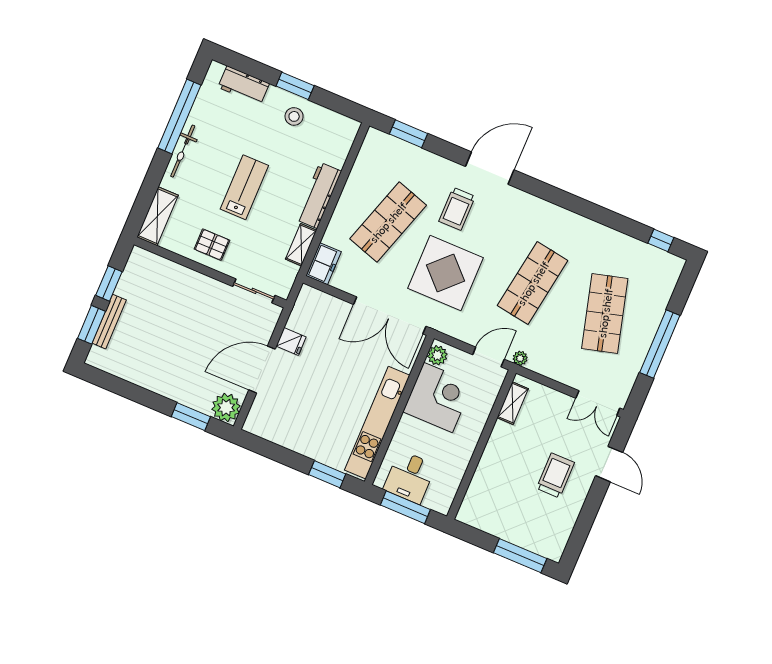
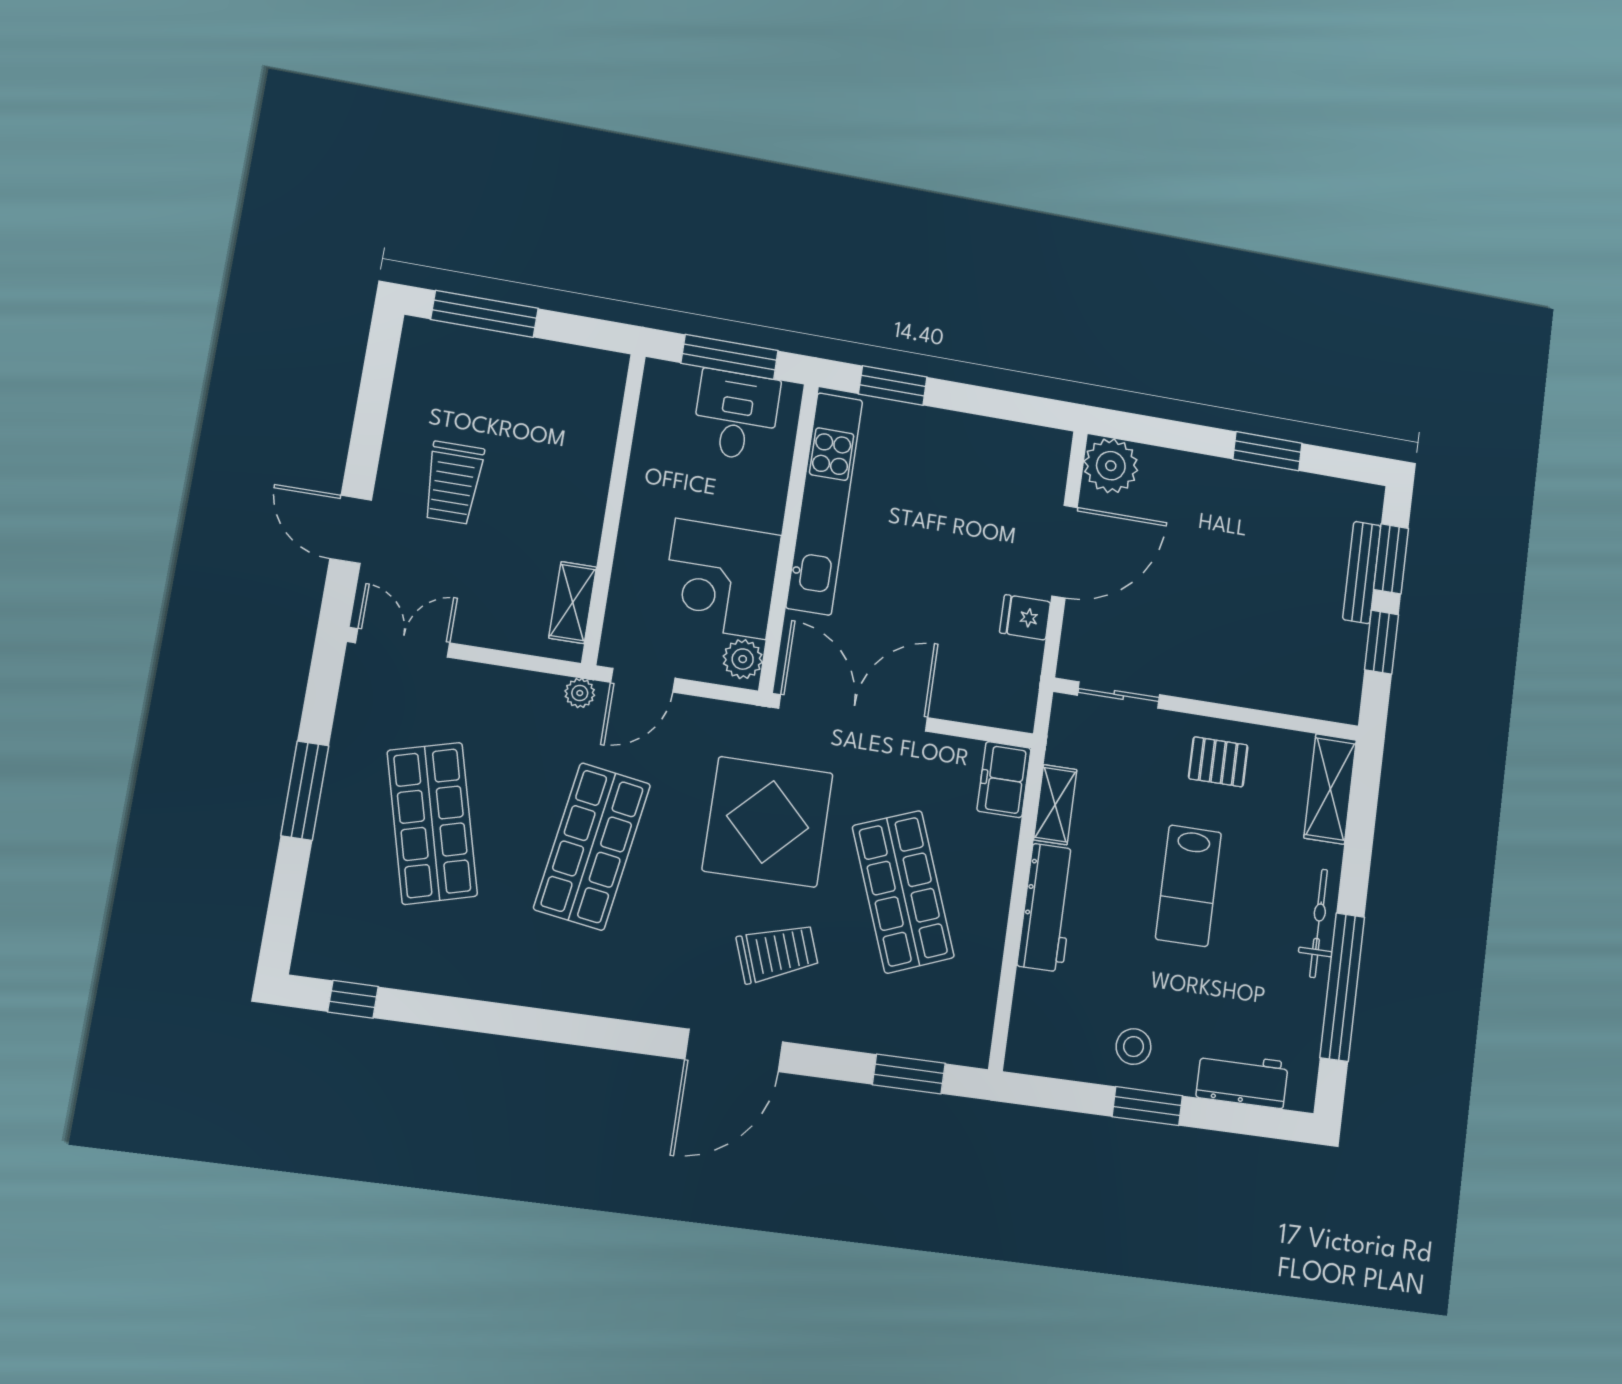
trolley: (457, 209) -> (777, 953), turned 70
shop shelf: (388, 222) -> (903, 892), turned -39
window: (660, 344) -> (305, 791), width x0.68
window: (191, 417) -> (1267, 451), moved

